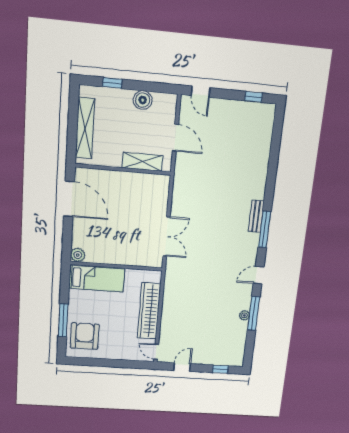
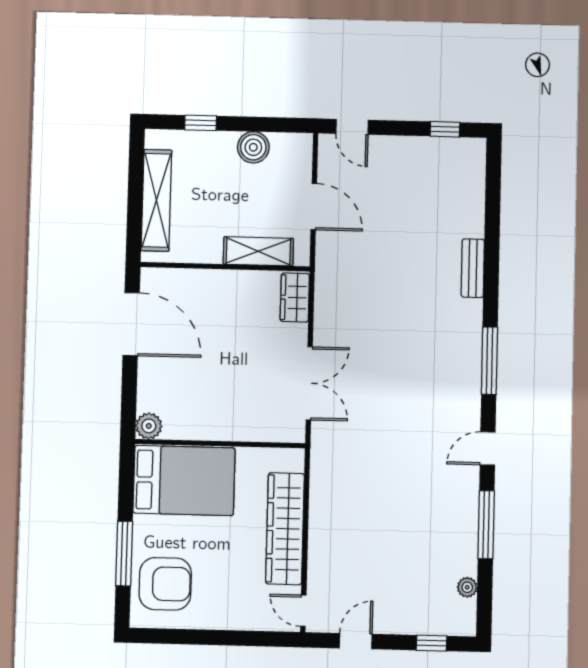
wardrobe: (162, 189) -> (295, 298), added
bench: (256, 216) -> (473, 268), moved
bed: (97, 279) -> (184, 481), width x1.50
plant: (244, 315) -> (467, 587), moved
armchair: (85, 336) -> (165, 584), turned 90

